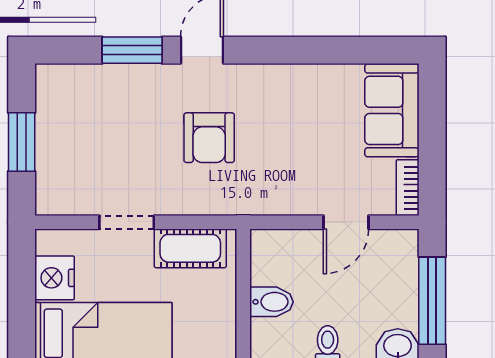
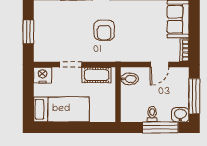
nightstand: (55, 278) -> (42, 75), moved, turned 90
bidet: (271, 302) -> (129, 79), moved

